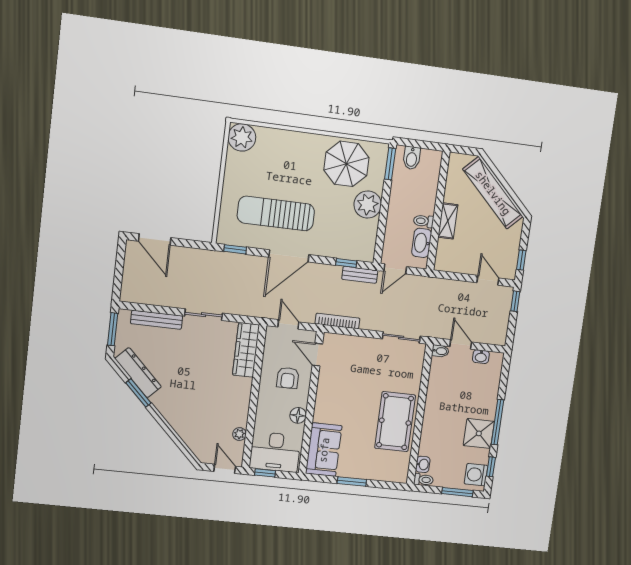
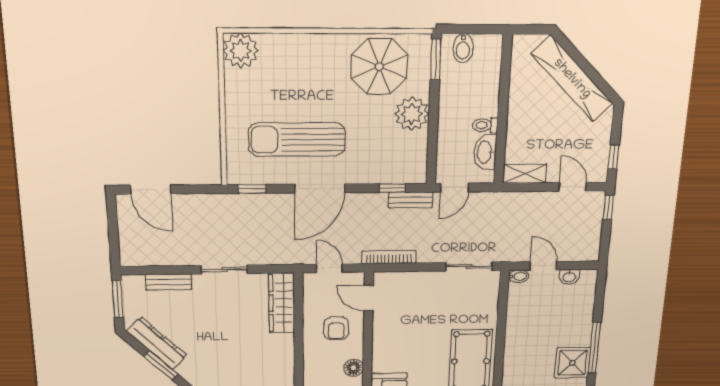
shelving: (448, 221) -> (525, 174), moved, turned 90
bench: (157, 320) -> (169, 282), width x0.73

